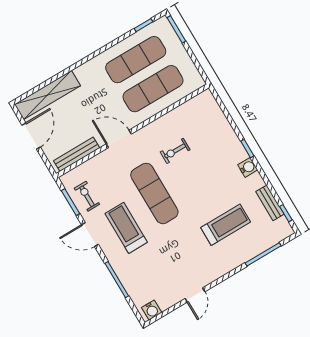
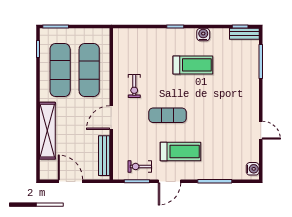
shelving: (48, 95) -> (47, 131), moved
exercise bike: (175, 151) -> (134, 86), moved
water cooler: (248, 167) -> (203, 35), moved
exercise mat: (154, 193) -> (168, 115), width x0.73, depth x0.69
bench: (270, 203) -> (244, 34), moved
treadmill: (226, 225) -> (193, 65), moved, turned 90
treadmill: (126, 228) -> (181, 151), turned 180

